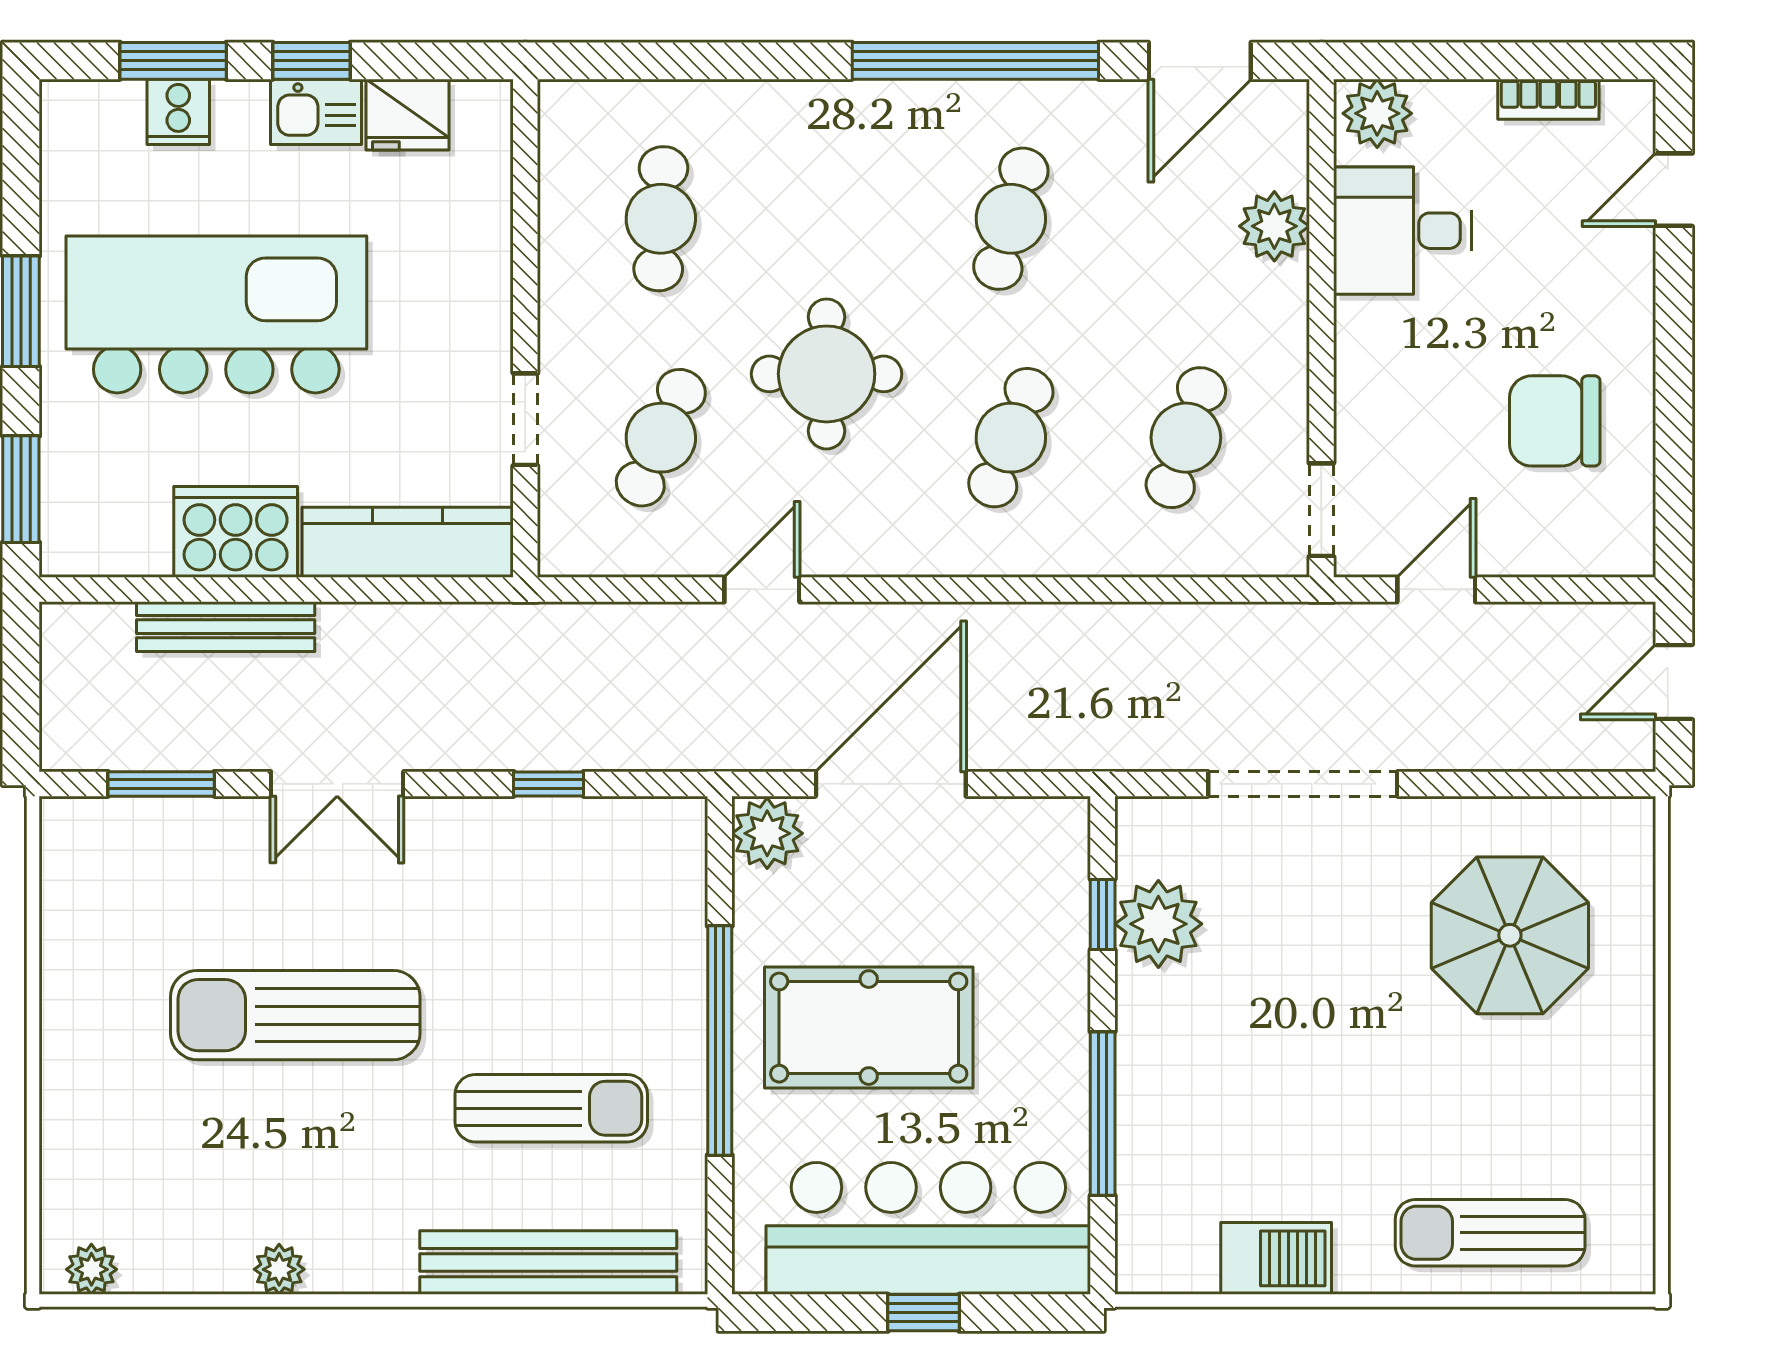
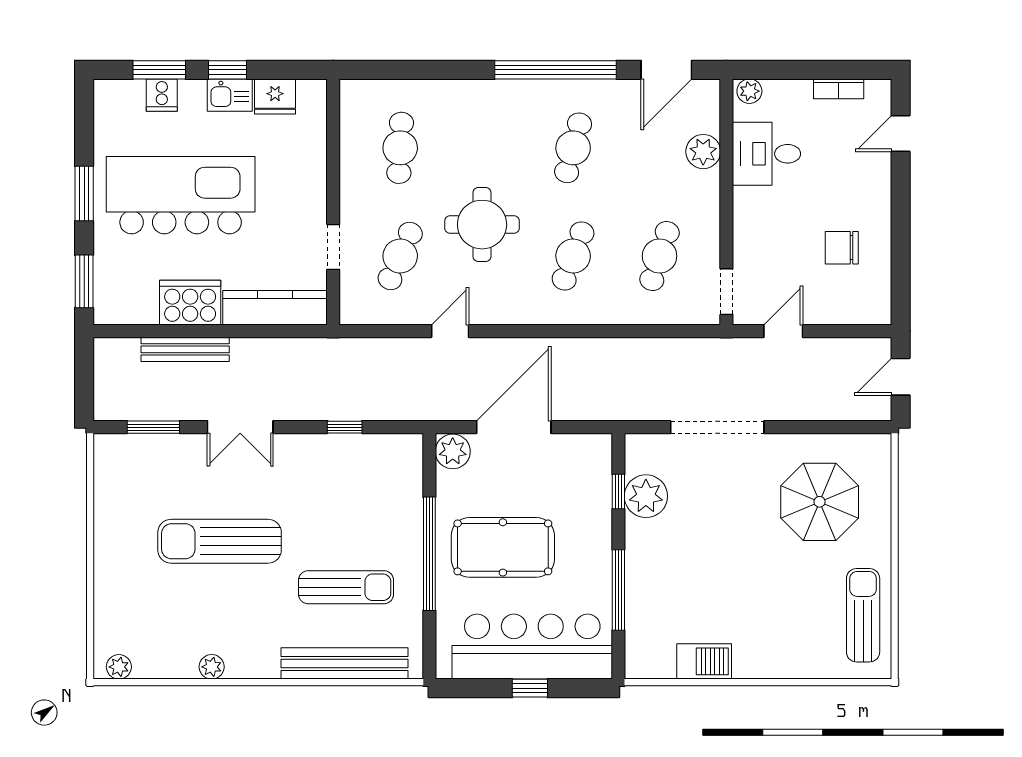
plant: (1377, 113) -> (749, 91), width x0.73, depth x0.73
chair: (1555, 421) -> (842, 248), width x0.73, depth x0.73
sun lounger: (1490, 1233) -> (863, 615), moved, turned 90

